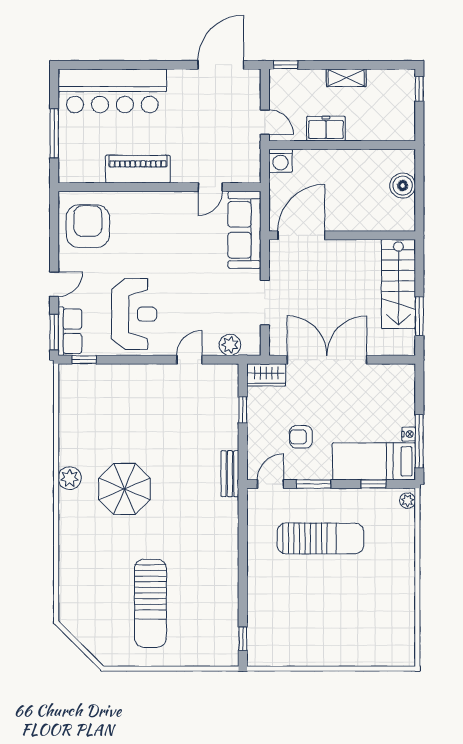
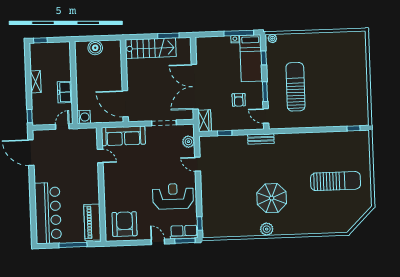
piano: (138, 169) -> (92, 222), moved
armchair: (88, 226) -> (125, 224), turned 90

